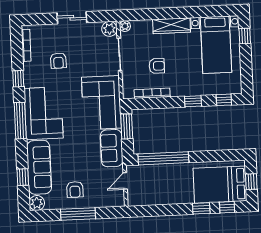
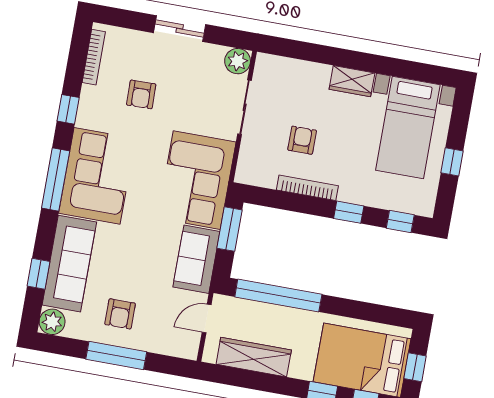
plant: (125, 26) -> (264, 62), removed
wardrobe: (172, 26) -> (352, 81), width x0.67
window: (245, 36) -> (452, 162), moved
armchair: (157, 66) -> (302, 140), turned -90
bookcase: (152, 93) -> (307, 188), moved
wardrobe: (157, 197) -> (254, 357), added

